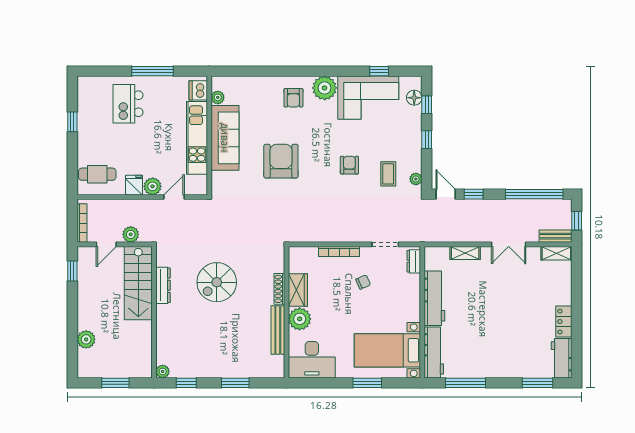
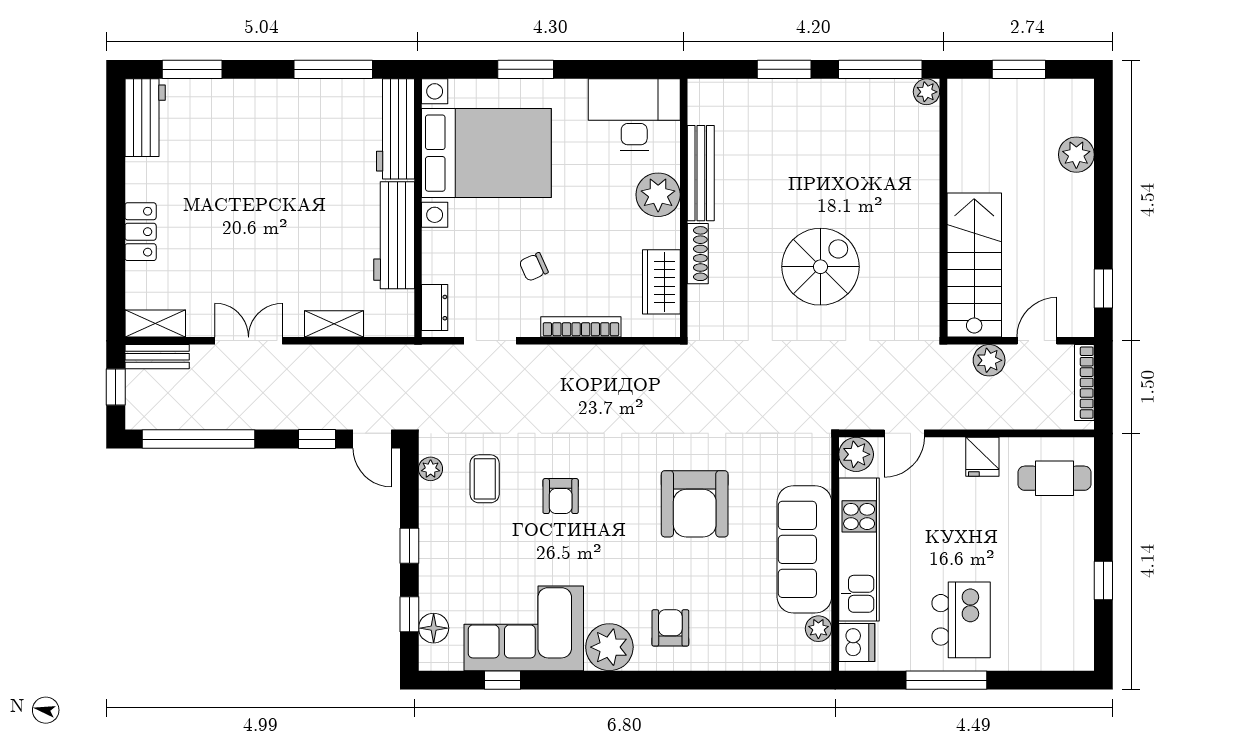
kitchen island: (128, 104) -> (961, 620), moved
plant: (153, 186) -> (856, 454), moved
dresser: (163, 285) -> (926, 261), removed
wardrobe: (298, 290) -> (661, 282), moved
locker: (564, 322) -> (141, 232), moved
bed with nightstands: (387, 350) -> (486, 153), width x1.36
window: (186, 383) -> (880, 69), width x2.17

